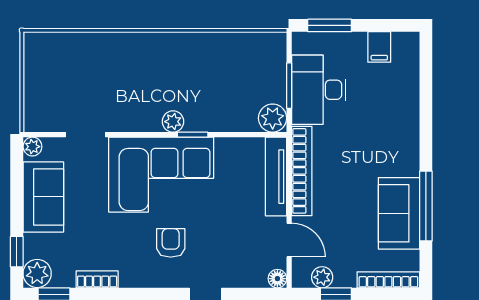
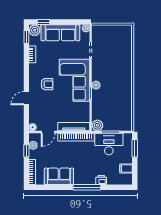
printer: (408, 109) -> (101, 180), added
sofa: (43, 197) -> (60, 33), width x1.36
window: (426, 206) -> (87, 187), moved

